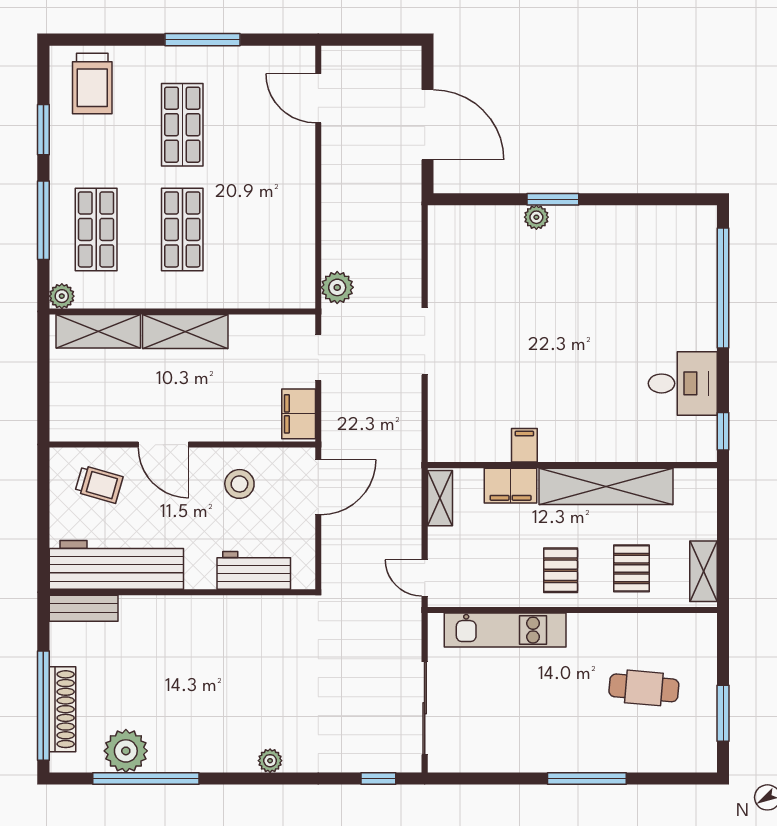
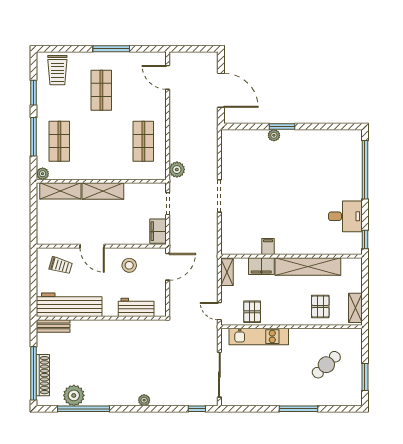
shop shelf: (182, 229) -> (143, 141), moved
pallet: (561, 570) -> (252, 312), moved
cafe table: (644, 688) -> (326, 365), turned -48

